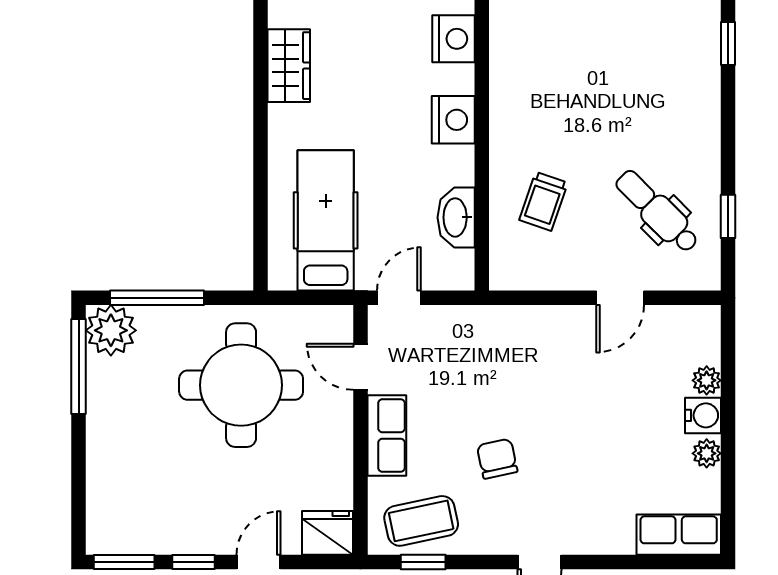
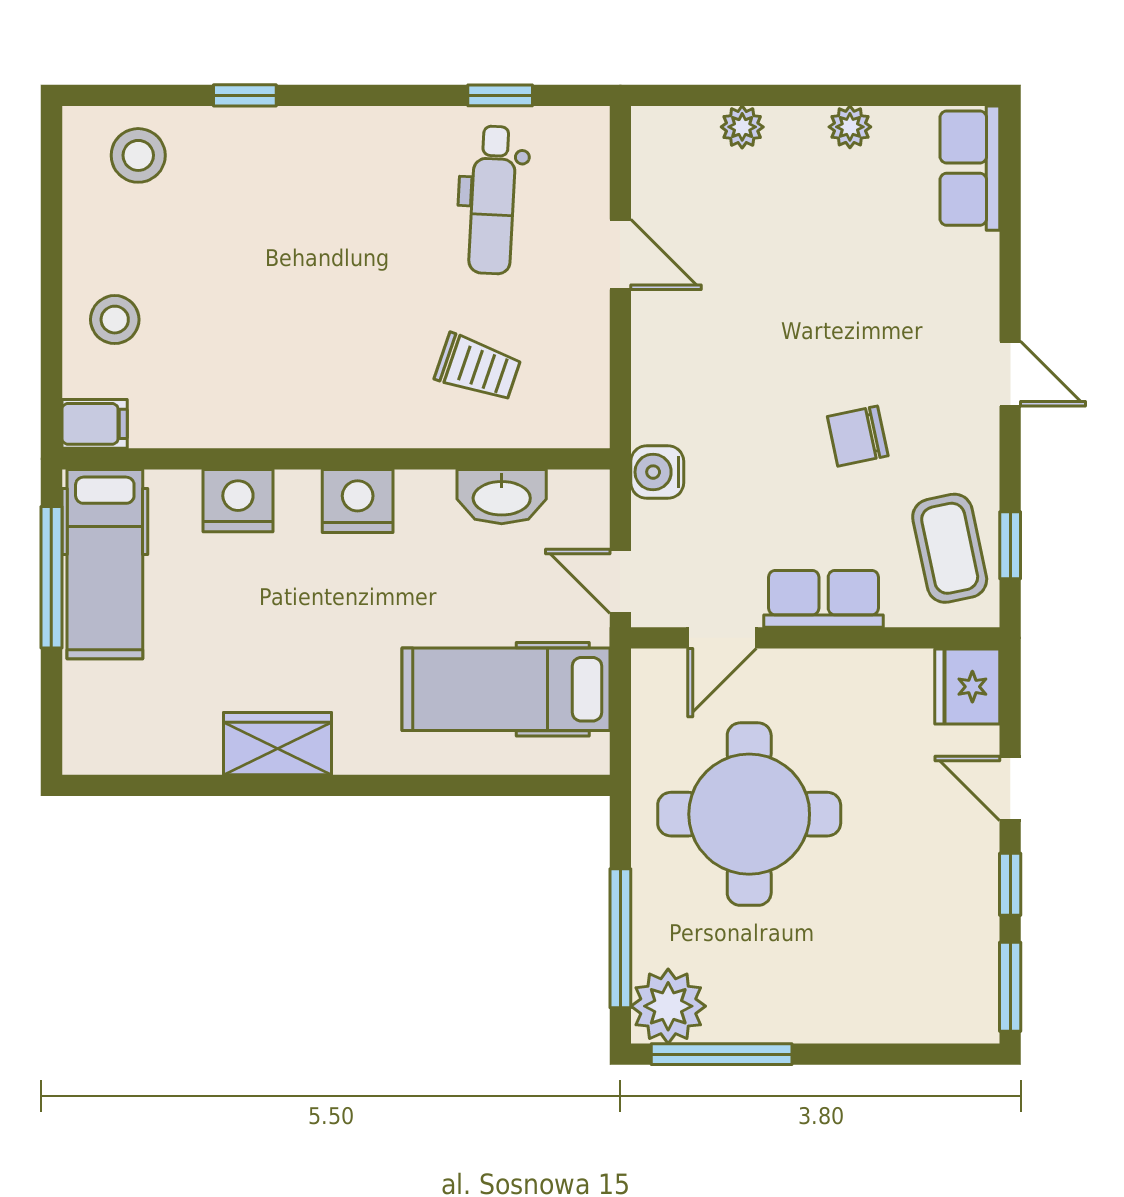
dental chair: (657, 211) -> (493, 200), turned -42
water cooler: (703, 415) -> (657, 472), moved, turned -90

